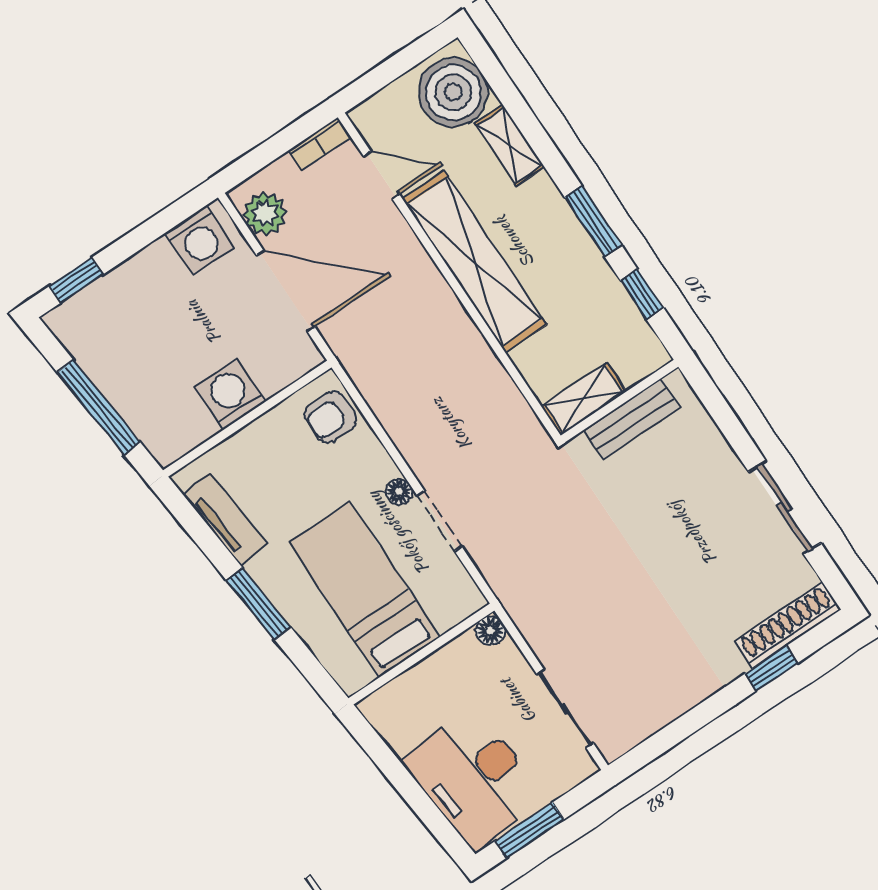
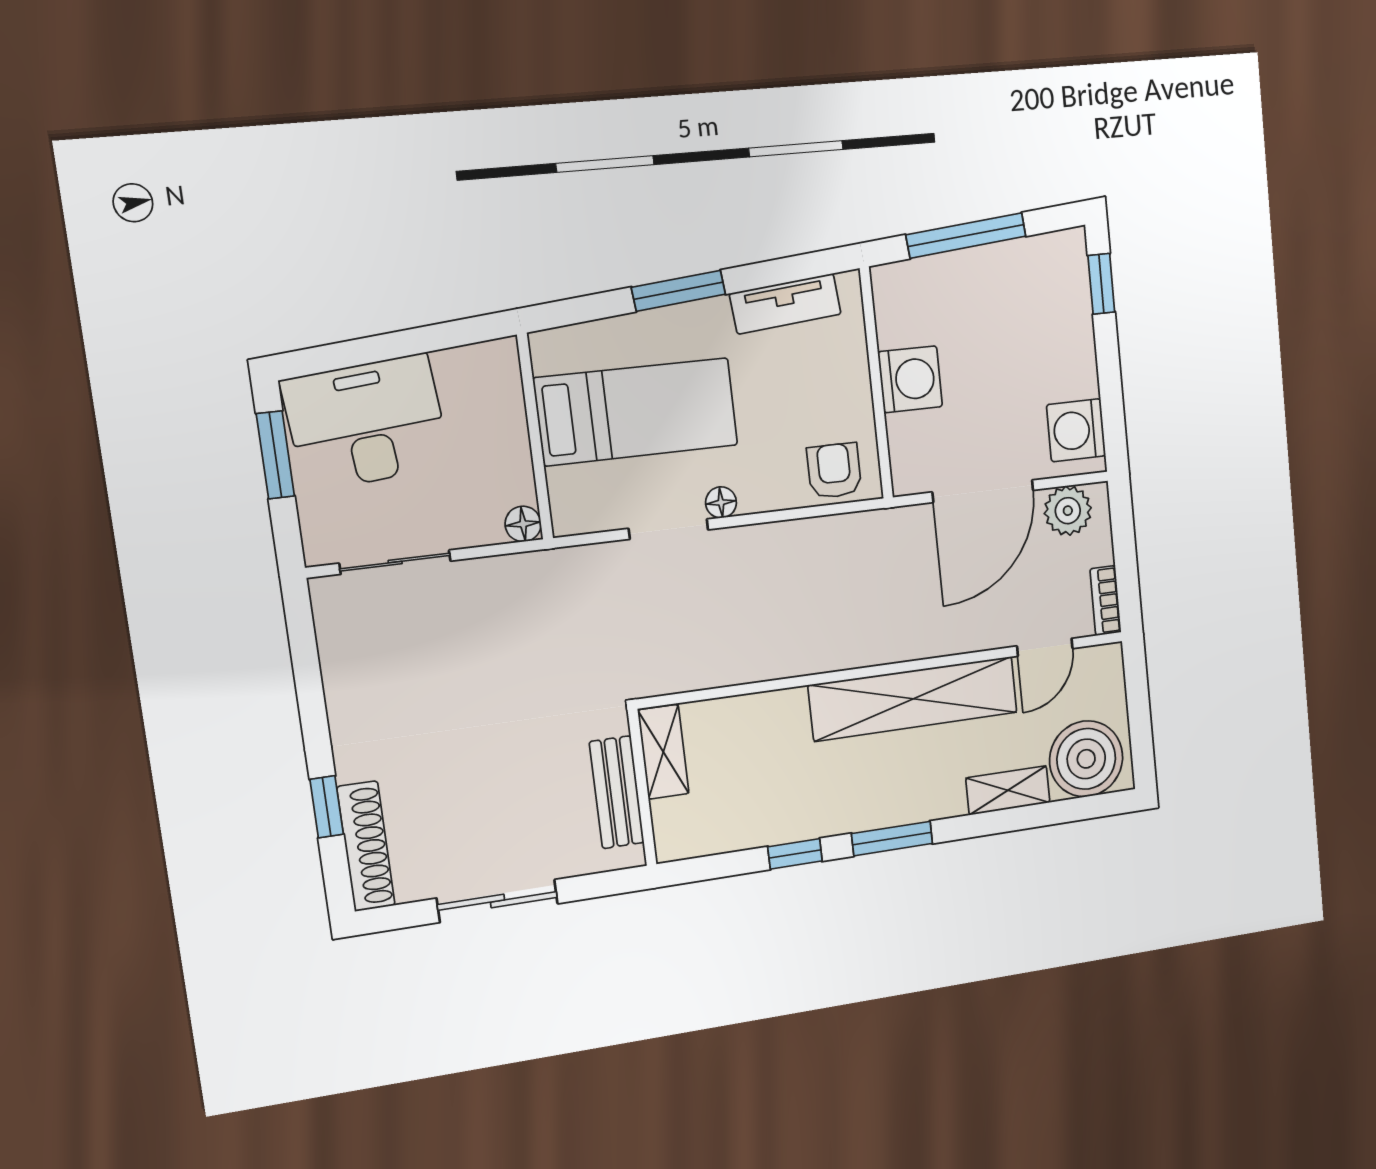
shelving: (584, 399) -> (663, 752), moved
wall: (620, 401) -> (642, 788), moved
bench: (632, 419) -> (617, 792), moved

